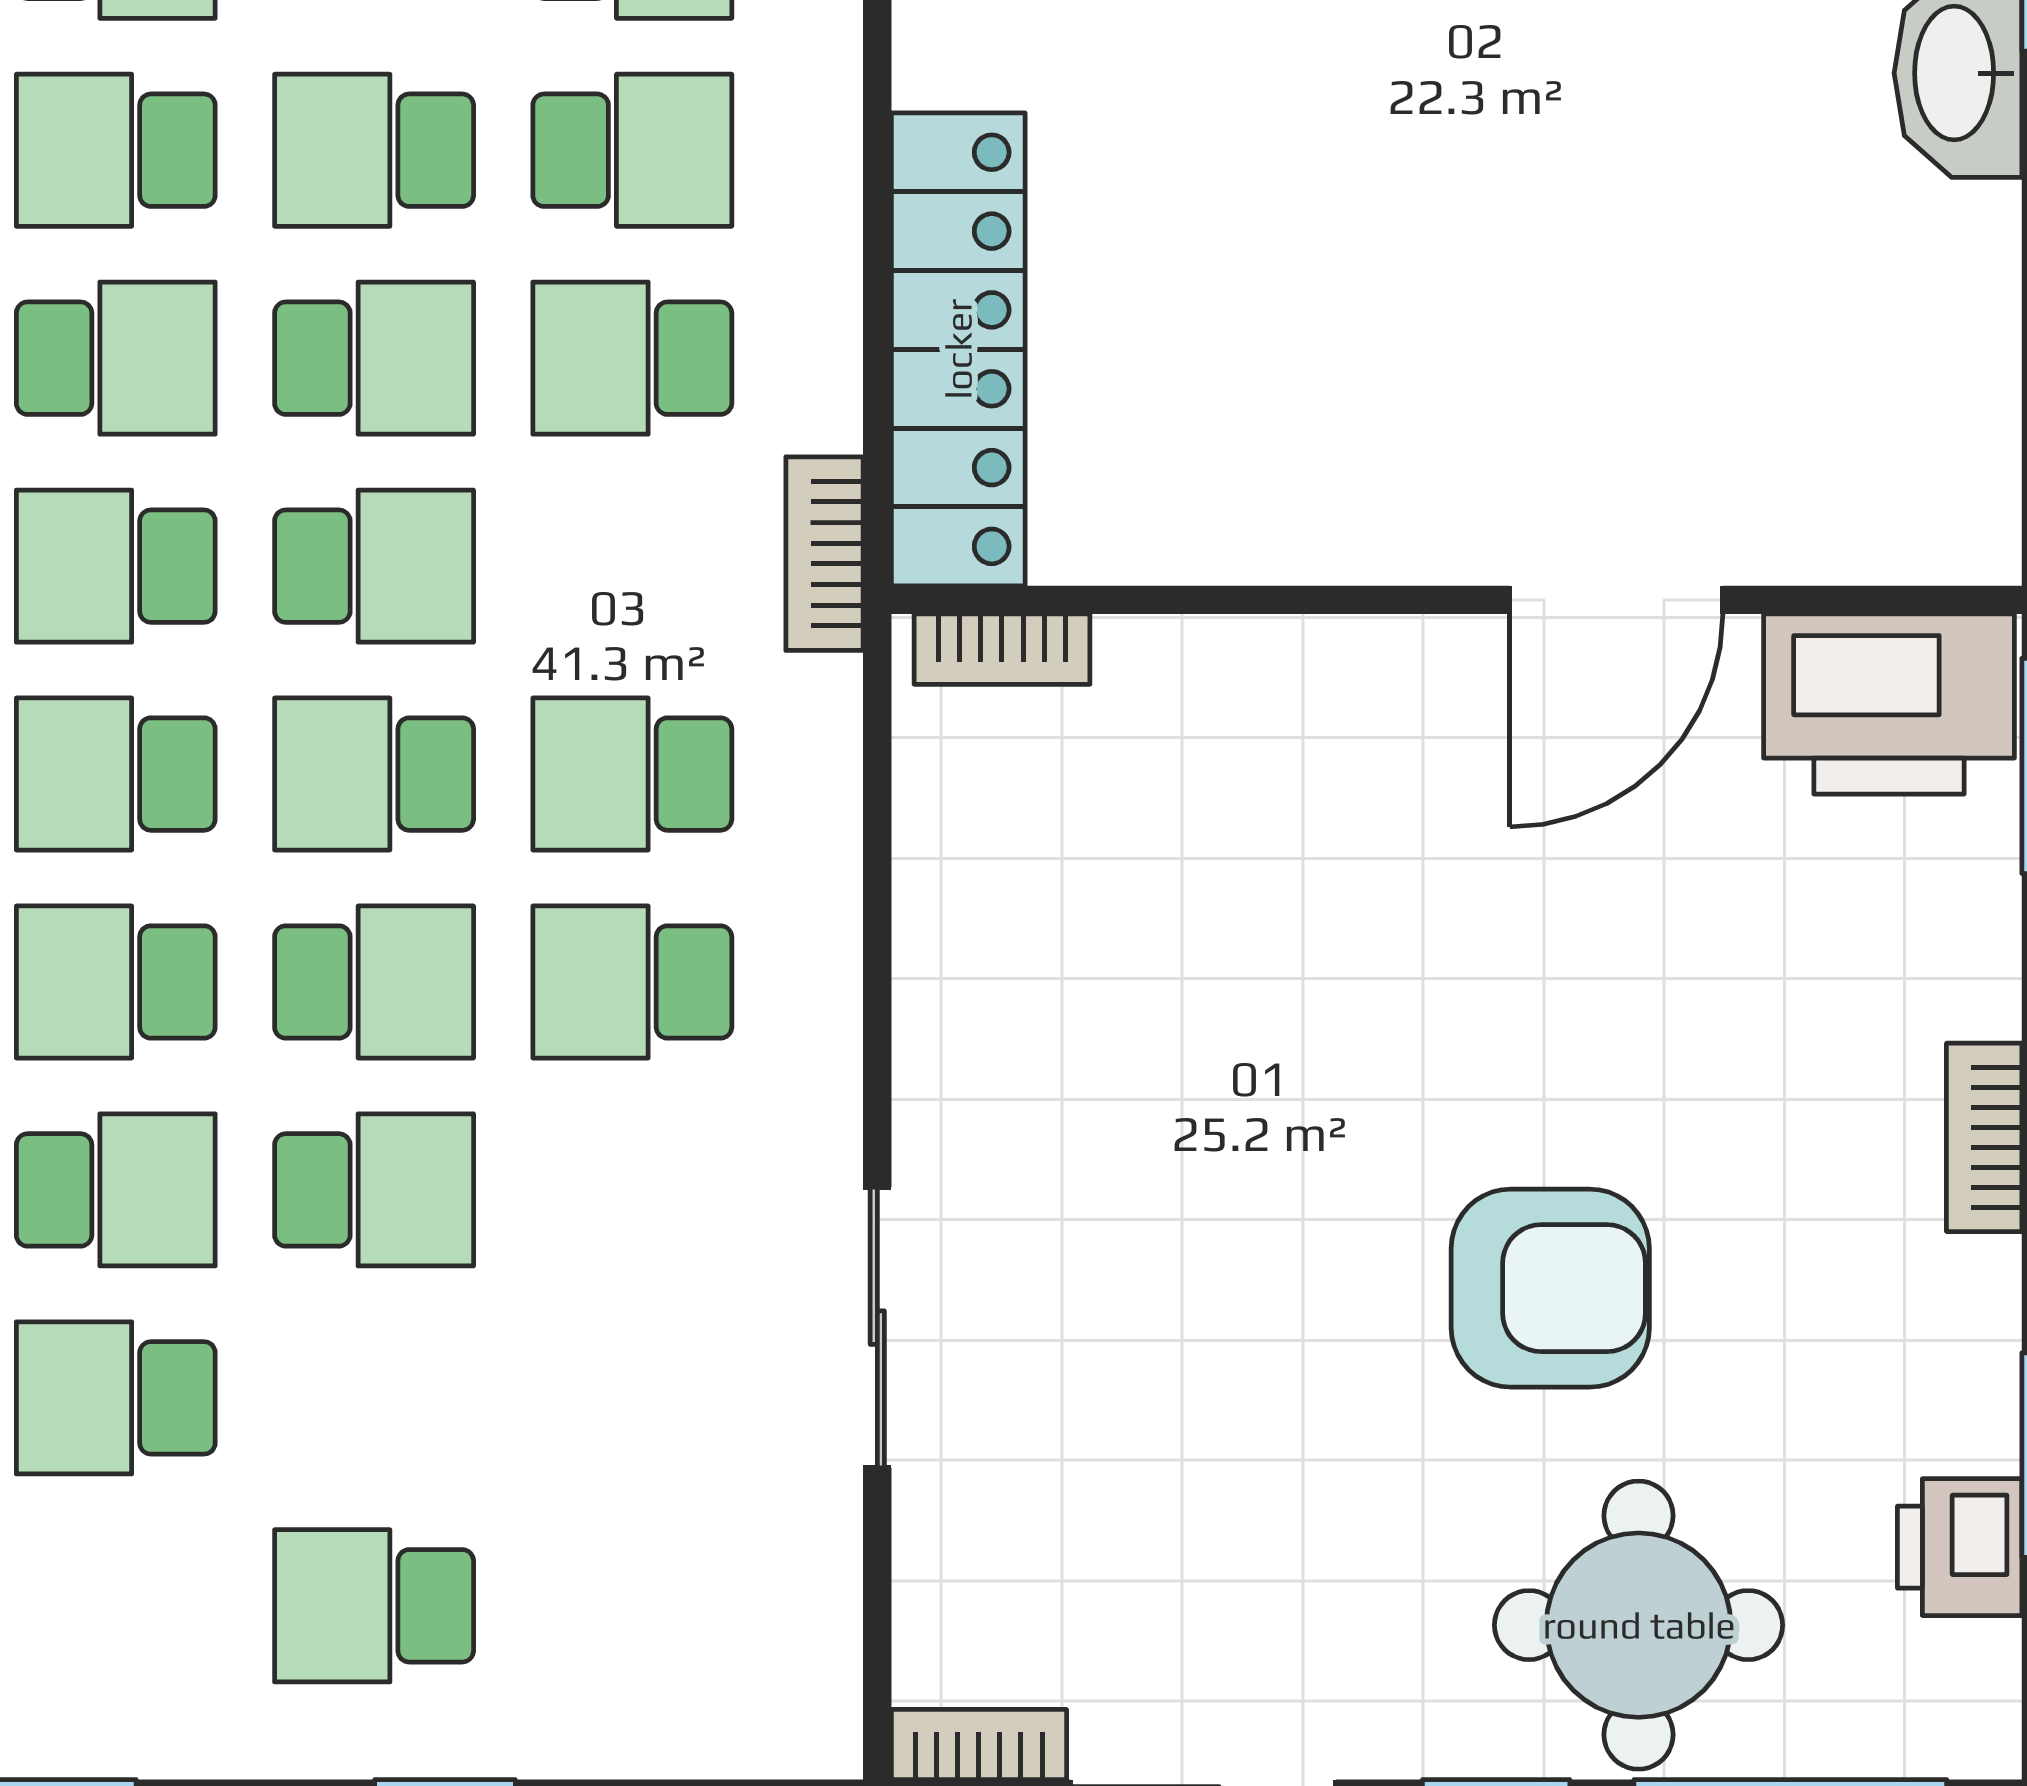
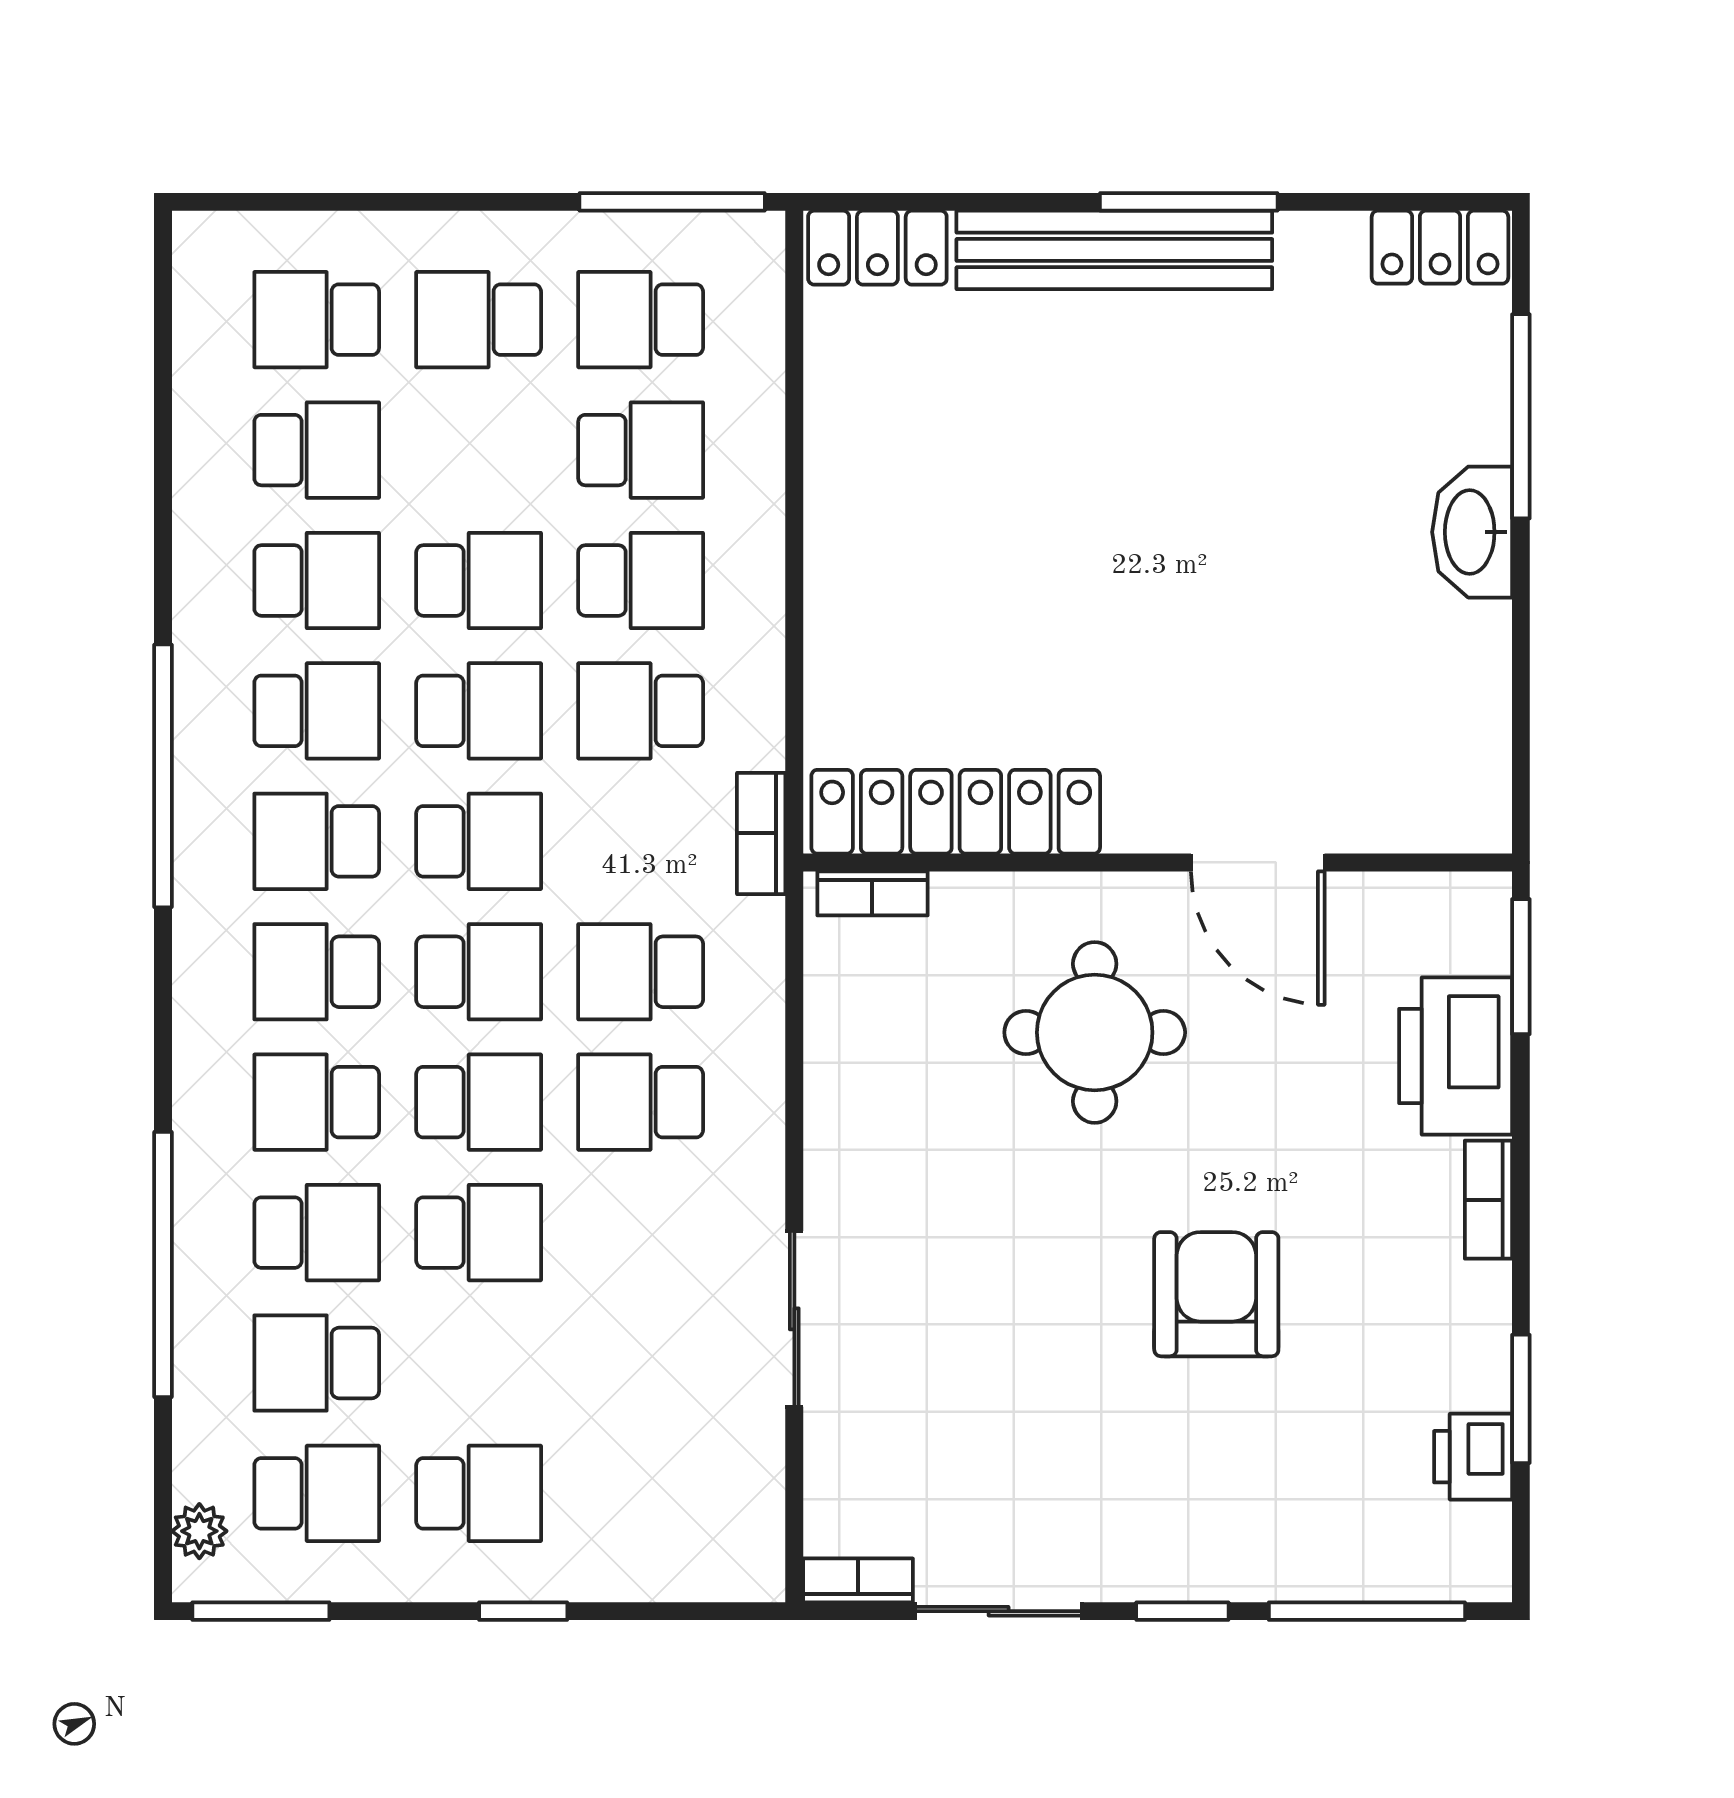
school desk: (116, 150) -> (317, 580), turned 180
school desk: (374, 150) -> (479, 580), turned 180
locker: (958, 349) -> (956, 812), moved, turned -90
door: (1616, 600) -> (1258, 862), hinge flipped
printer: (1889, 704) -> (1456, 1056), moved, turned 90
school desk: (374, 774) -> (479, 972), turned 180
armchair: (1550, 1288) -> (1216, 1294), turned -90
school desk: (116, 1606) -> (317, 1493), added
school desk: (374, 1606) -> (479, 1493), turned 180
round table: (1639, 1625) -> (1095, 1032), moved

